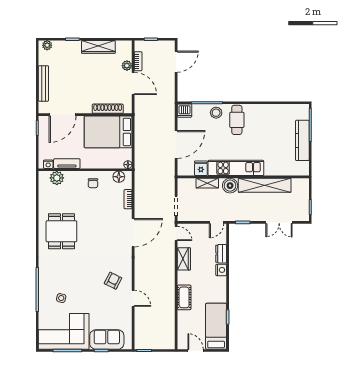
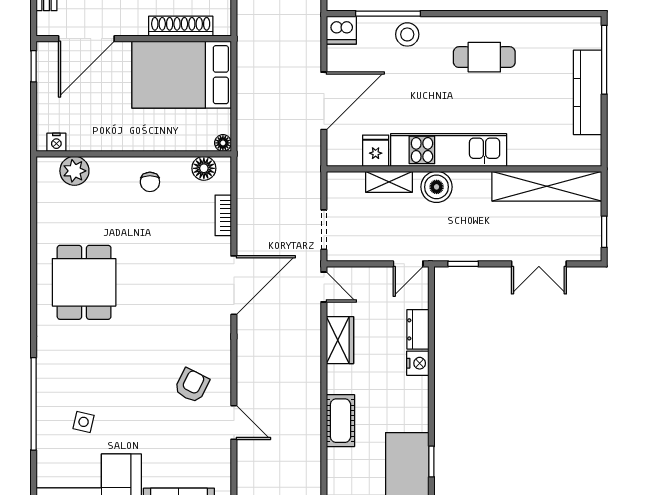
cafe table: (237, 120) -> (484, 57), moved, turned 90
tv unit: (67, 164) -> (95, 141), removed
shelving: (265, 185) -> (547, 186), moved

